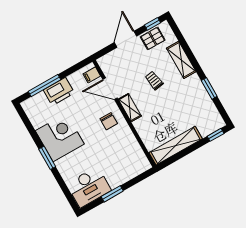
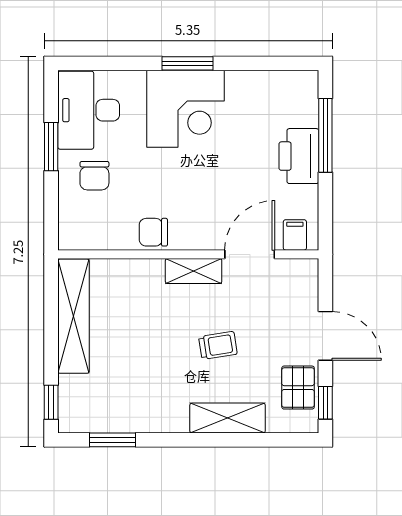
window: (209, 88) -> (113, 440), moved
chair: (109, 121) -> (153, 232), moved
corner desk: (60, 137) -> (186, 109), moved
chair: (114, 170) -> (94, 176), added

